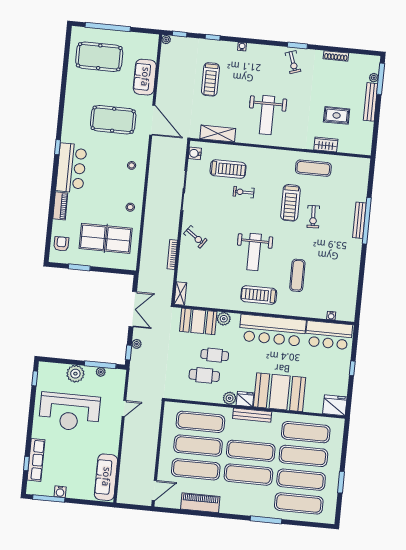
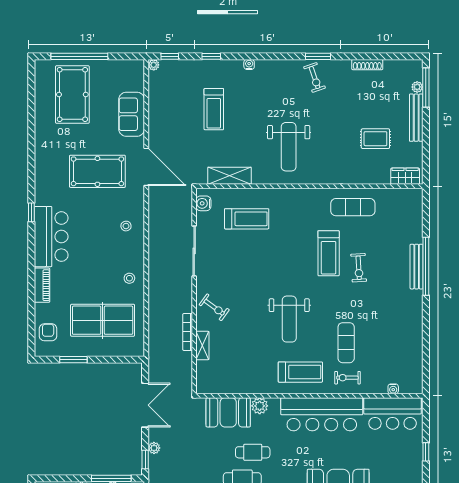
pool table: (99, 57) -> (72, 95), turned 90
wardrobe: (326, 144) -> (405, 176), moved
exercise bike: (244, 192) -> (347, 378), moved
shelving: (180, 293) -> (202, 345), moved
treadmill: (259, 295) -> (300, 372), turned 180

